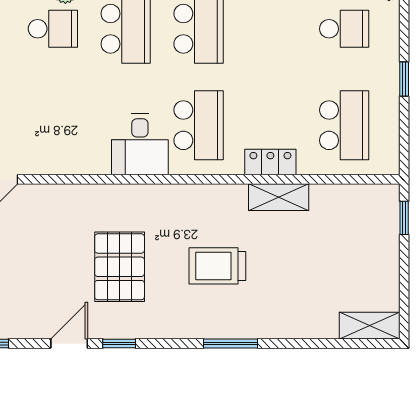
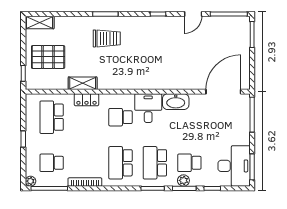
school desk: (199, 125) -> (120, 117), width x0.54
washbasin: (82, 158) -> (176, 102), added
trolley: (217, 266) -> (107, 38), moved
pallet: (120, 267) -> (48, 57), moved, turned 90
door: (69, 344) -> (193, 14), moved

